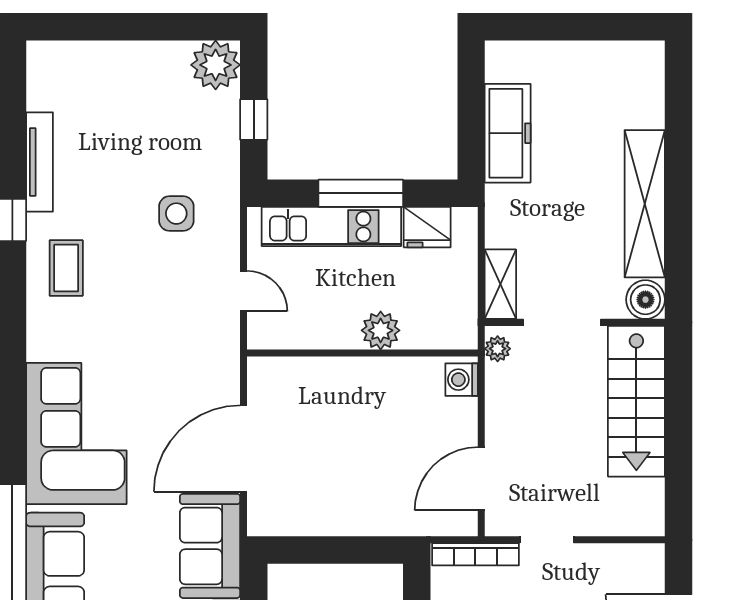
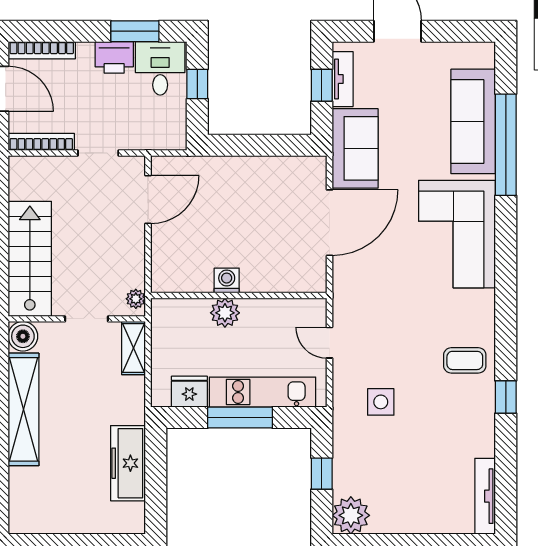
tv unit: (39, 162) -> (485, 496), moved
coffee table: (66, 268) -> (465, 360), turned 90
doorway: (562, 322) -> (87, 319), width x0.73
washing machine: (462, 380) -> (227, 281), moved, turned -90
bookcase: (475, 554) -> (41, 142), moved

